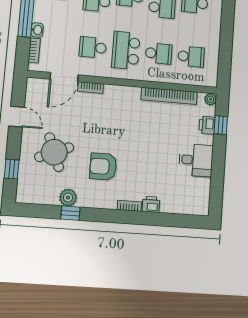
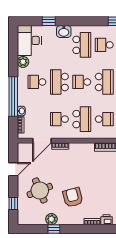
school desk: (126, 50) -> (82, 119), turned 180
door: (17, 117) -> (13, 169), hinge flipped
armchair: (103, 166) -> (73, 197), turned 75

